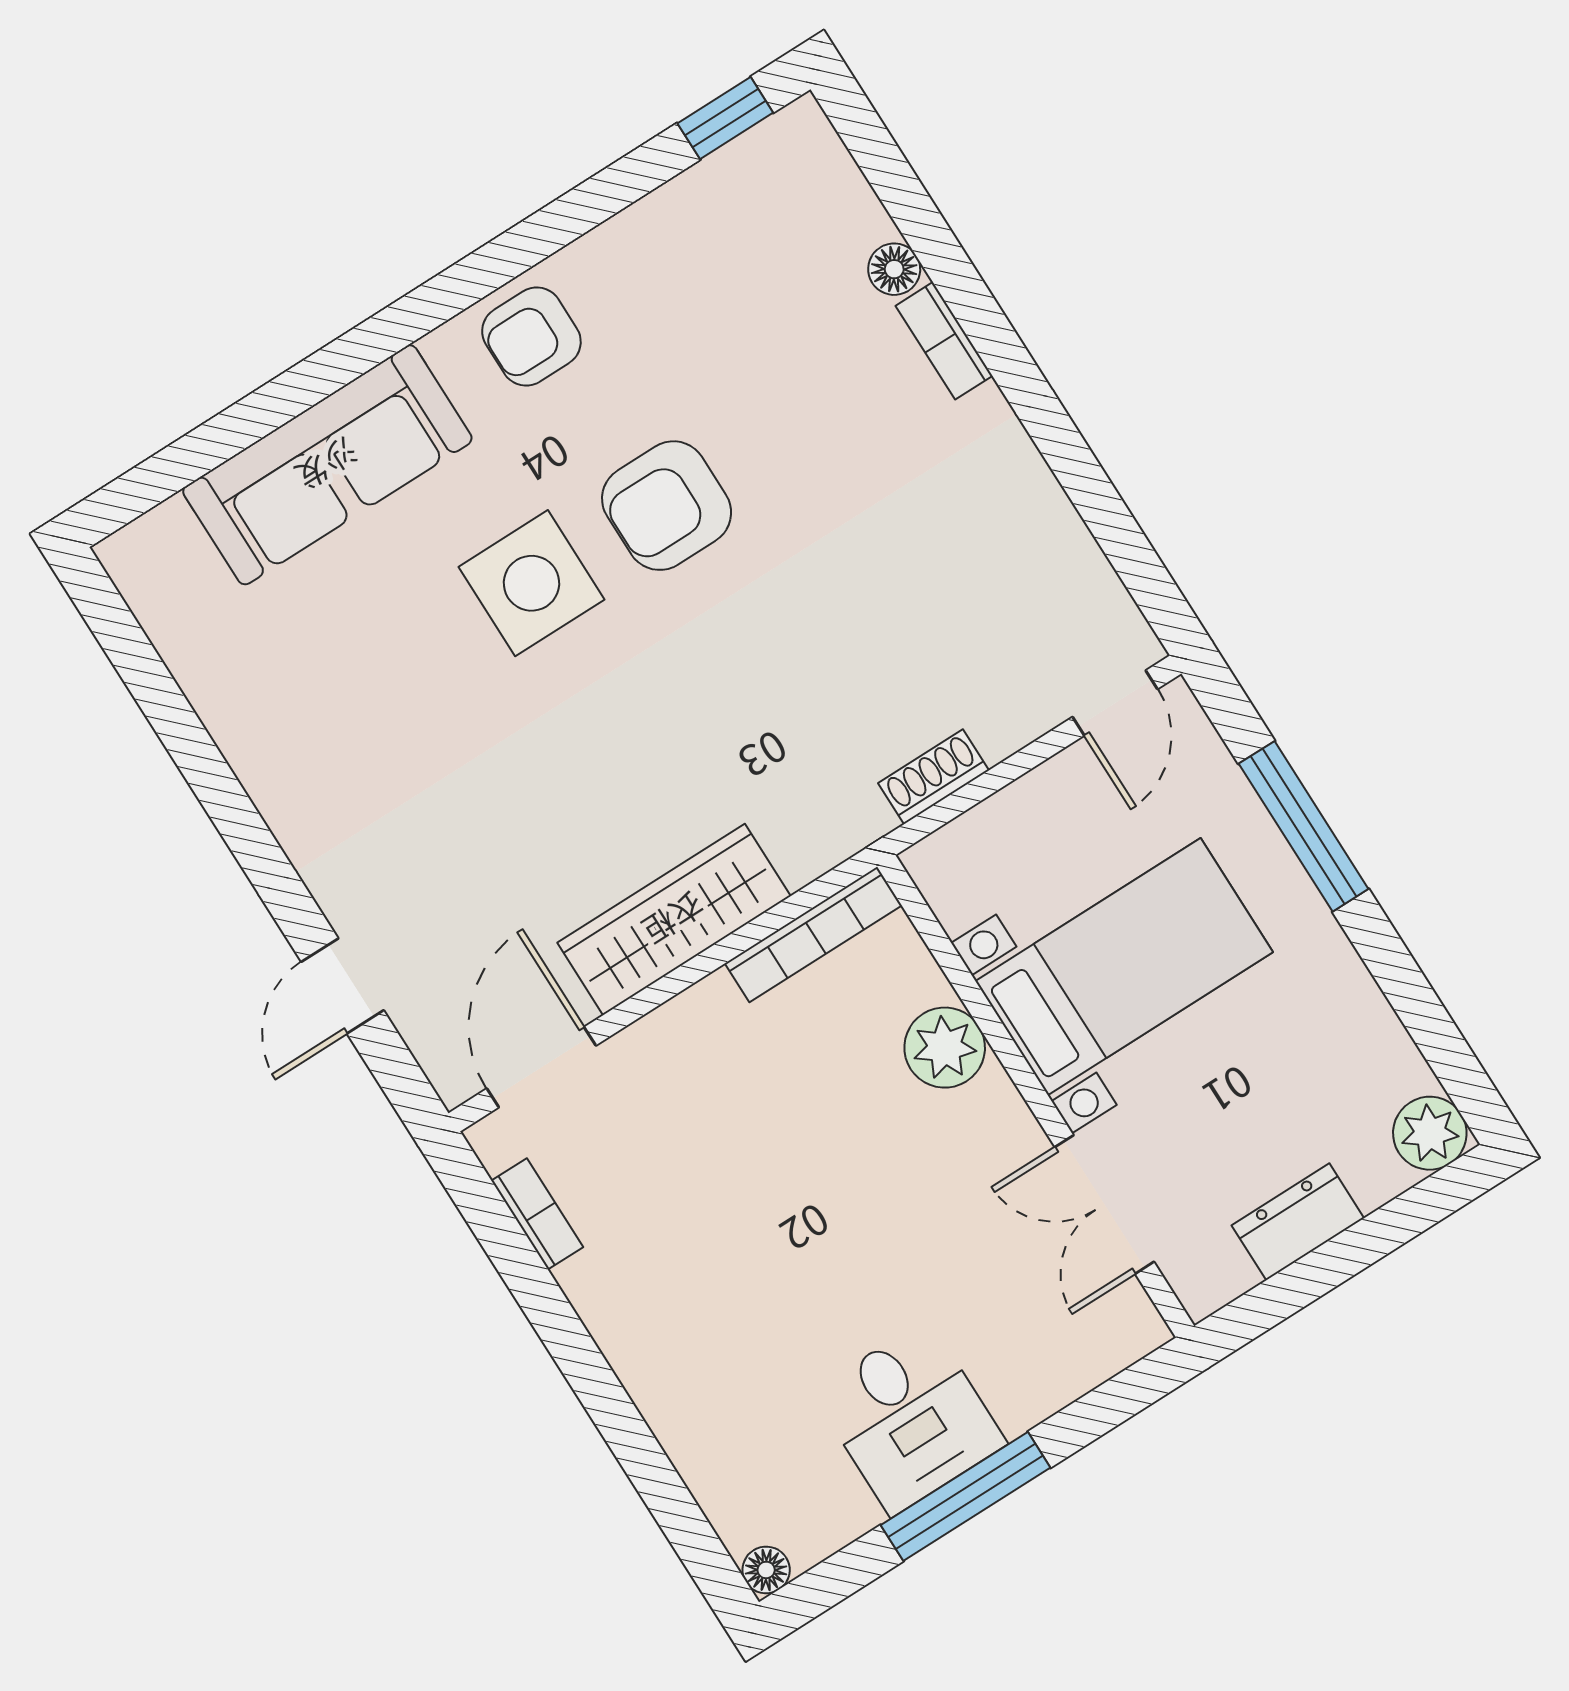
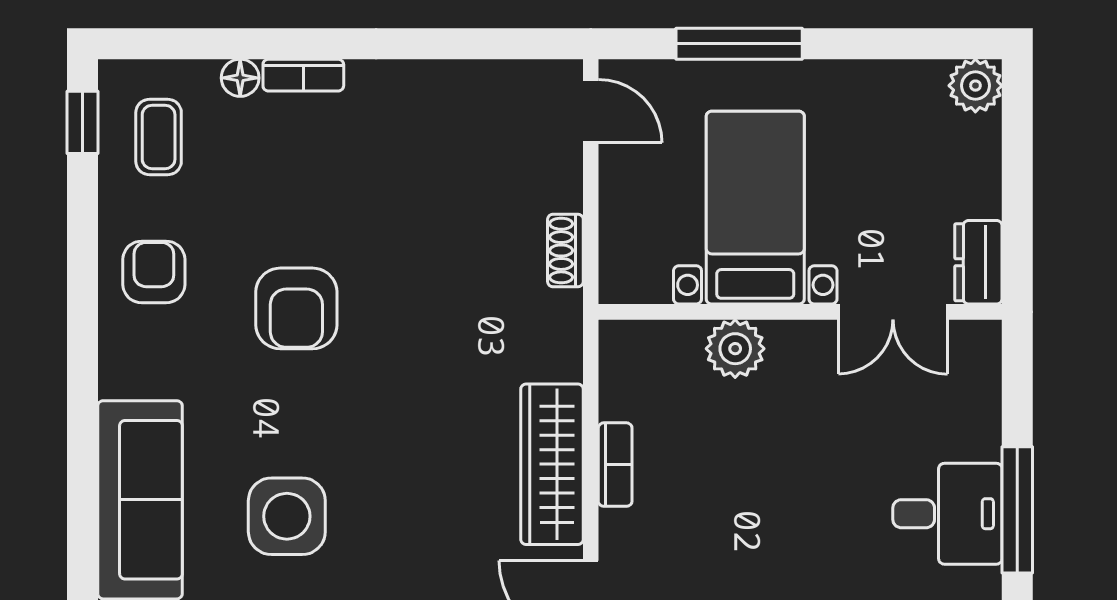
coffee table: (765, 218) -> (159, 137), added
armchair: (531, 336) -> (154, 272), moved, turned 180
side table: (531, 583) -> (287, 516), moved
bookcase: (813, 934) -> (615, 465), moved, width x0.64
dresser: (1298, 1222) -> (978, 262), moved

